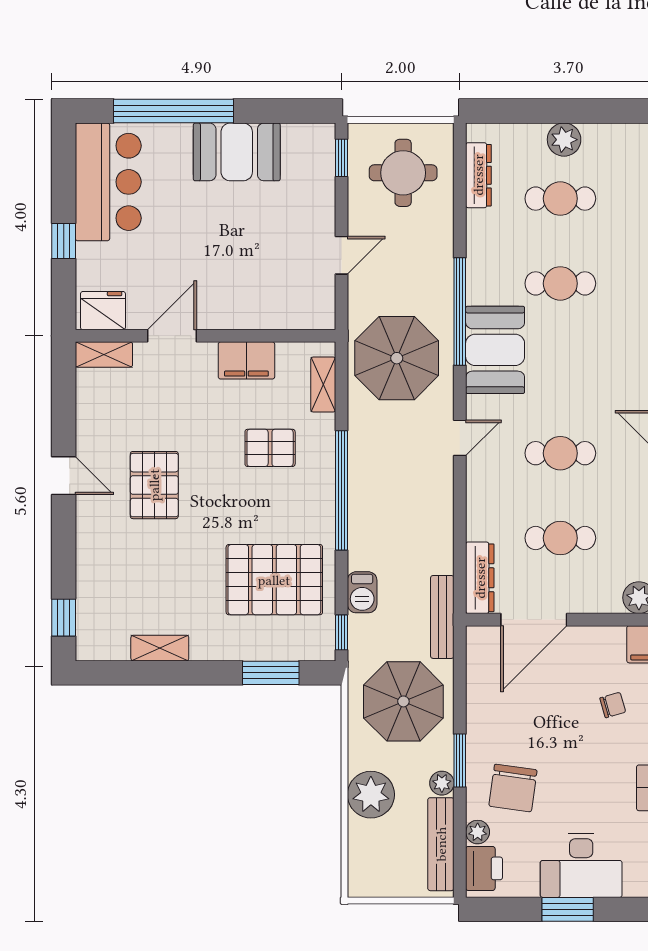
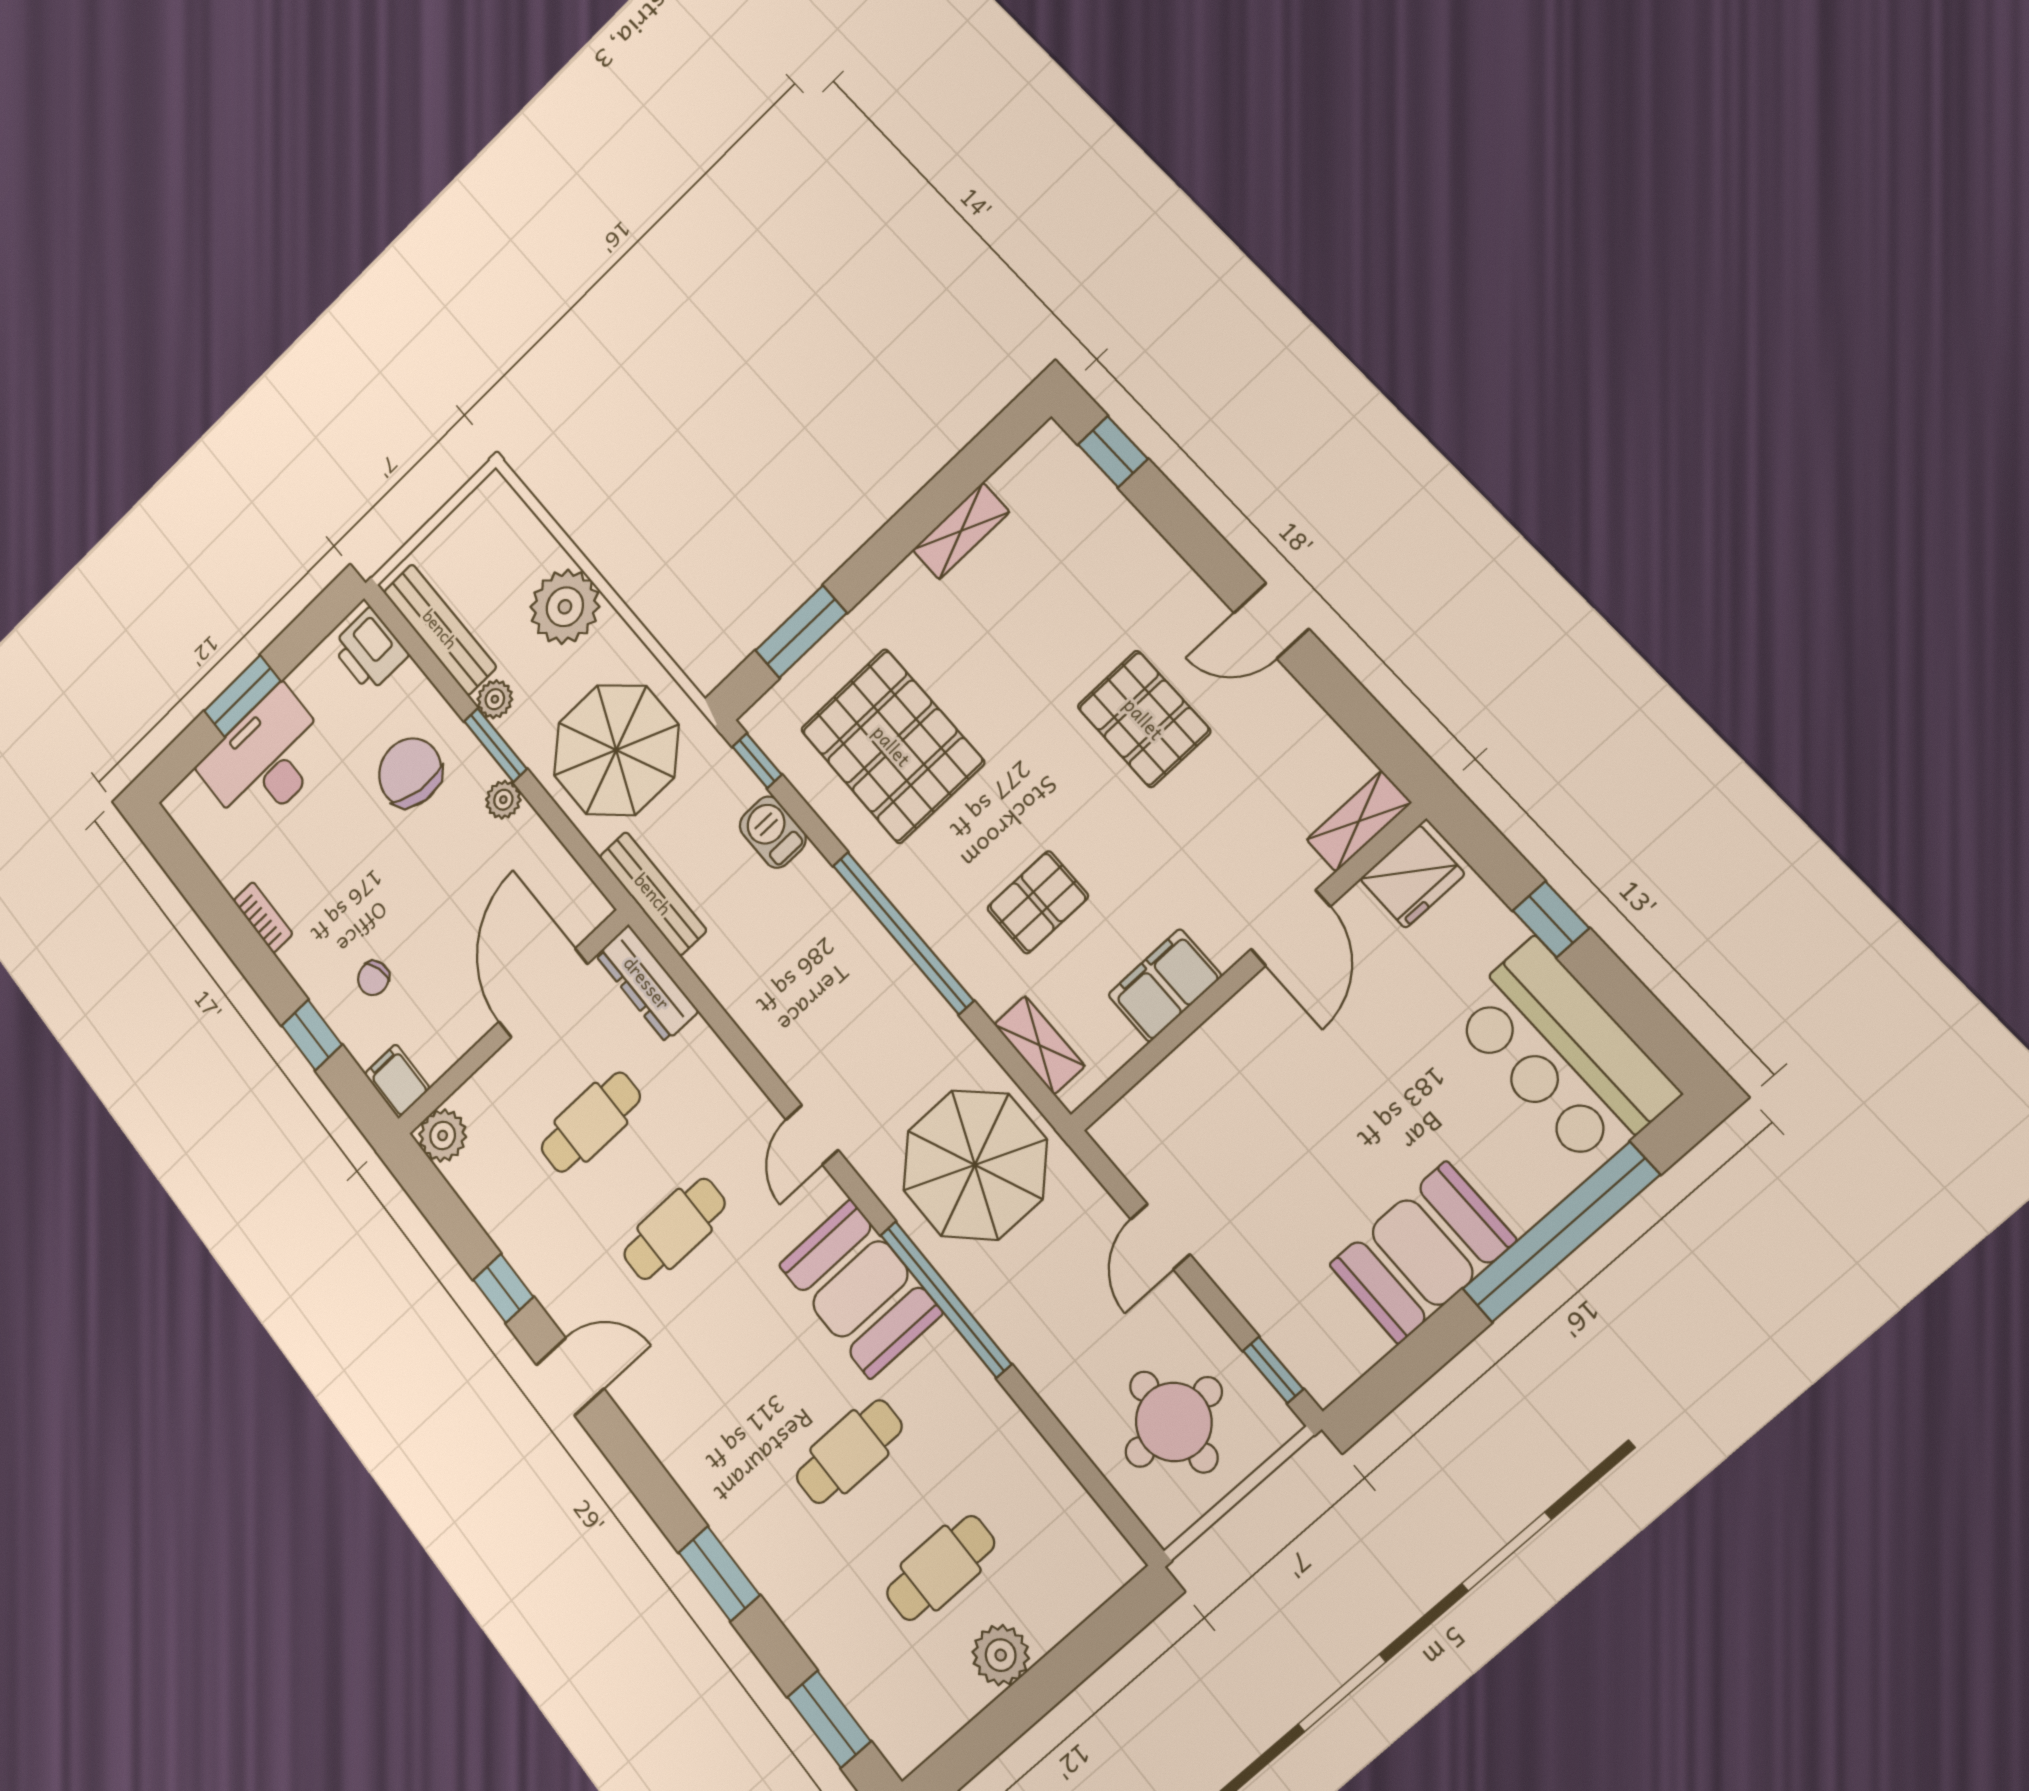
dresser: (478, 175) -> (1072, 1506), removed
pallet: (274, 580) -> (892, 746), turned 90
plant: (478, 832) -> (503, 800), moved

